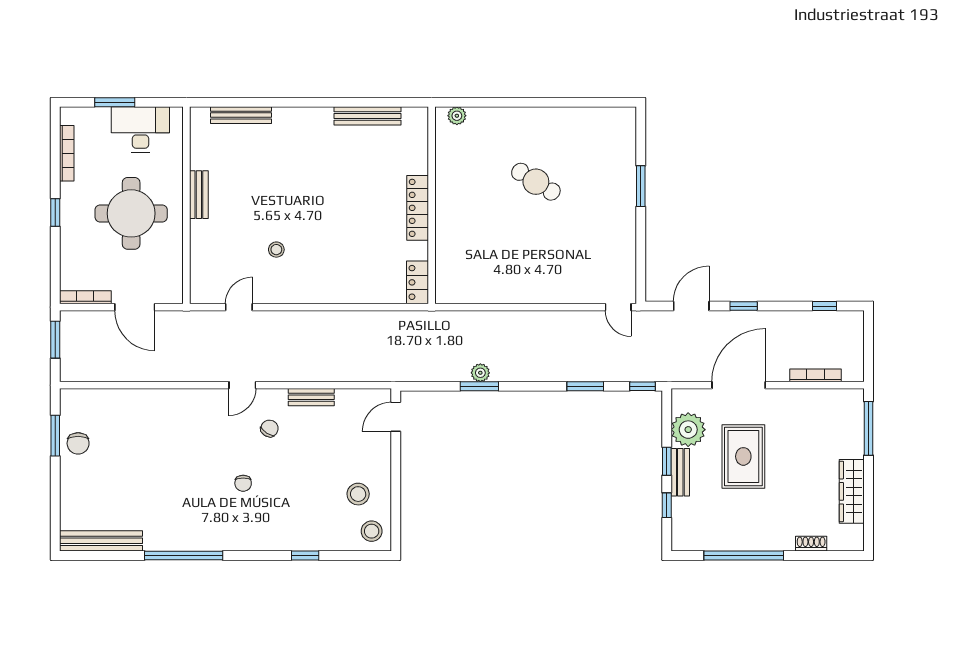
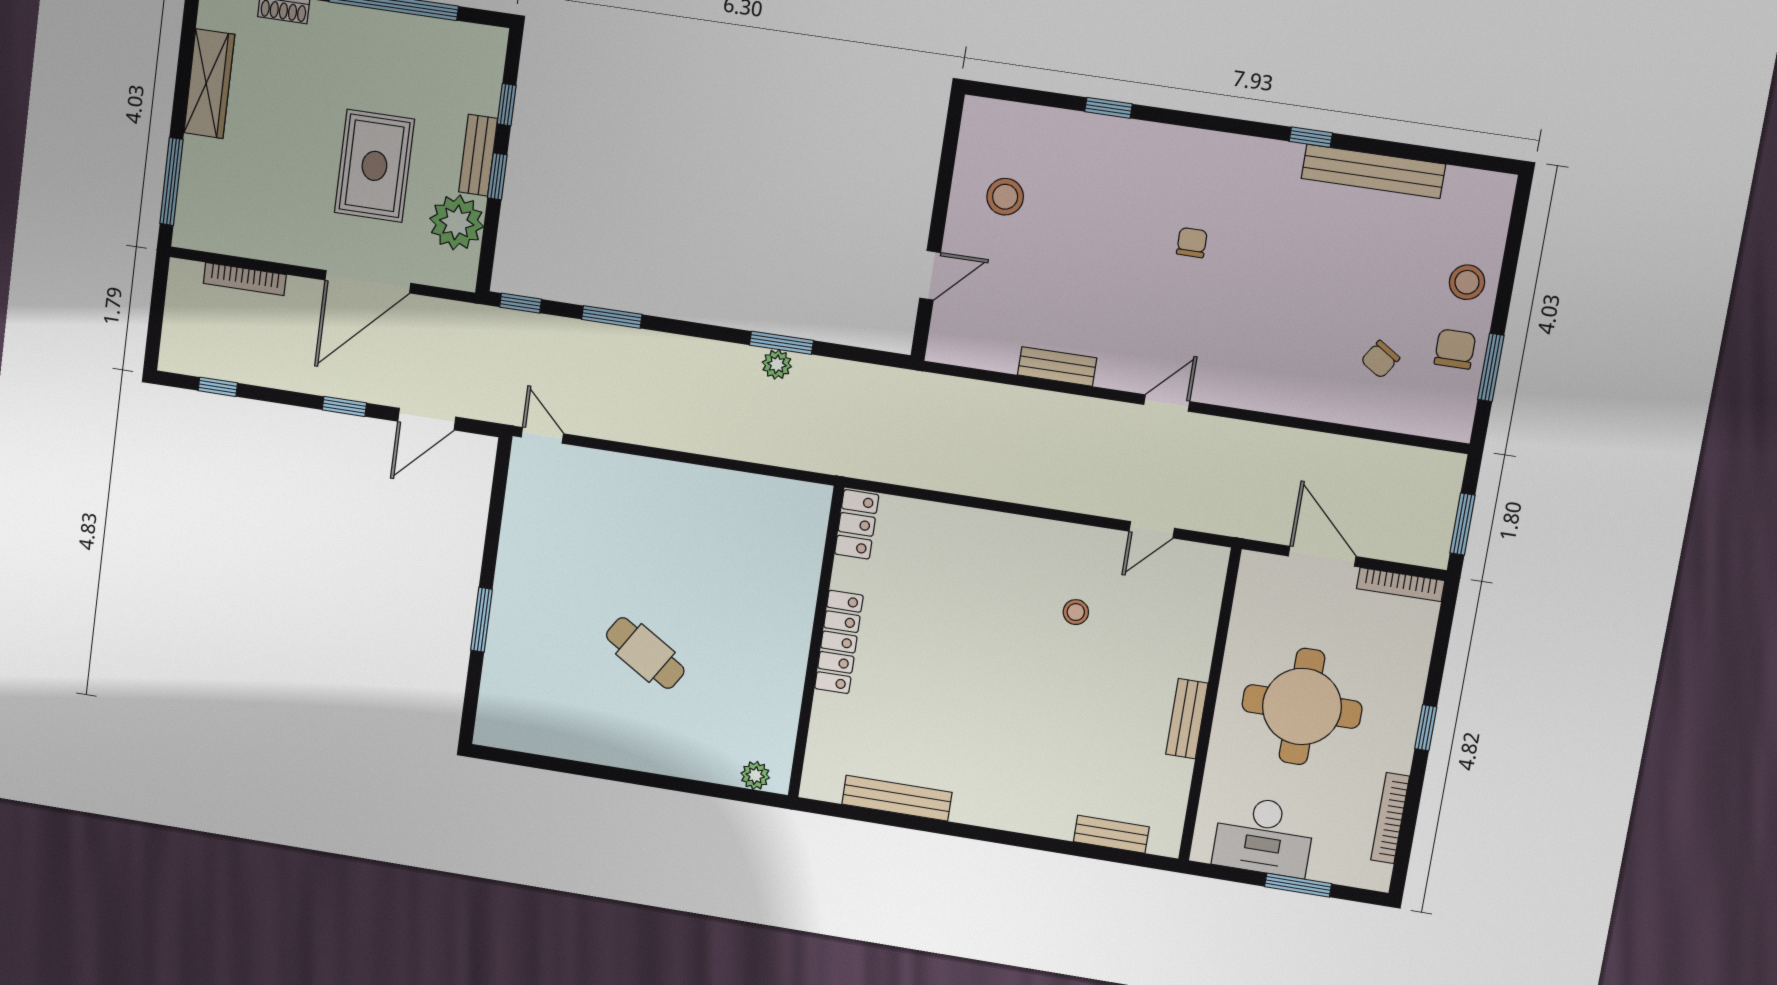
bench: (241, 115) -> (1111, 834), width x0.73
door: (396, 417) -> (930, 275), moved
chair: (269, 429) -> (1380, 359), moved
stool: (372, 531) -> (1467, 282), moved
bench: (101, 541) -> (1373, 171), moved
window: (184, 555) -> (1311, 137), width x0.32

